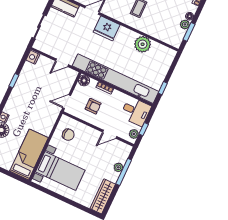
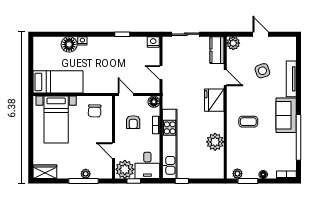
plant: (185, 24) -> (237, 174), moved
kitchen unit: (115, 79) -> (170, 144), width x0.73
plant: (134, 134) -> (125, 169), width x1.88, depth x1.88
wardrobe: (103, 196) -> (45, 172), width x0.67

